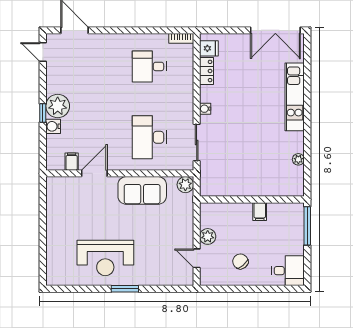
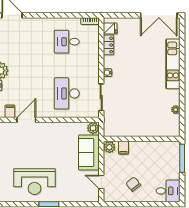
sofa: (142, 190) -> (89, 153), moved, turned 90
filing cabinet: (260, 212) -> (123, 148), moved
plant: (208, 236) -> (109, 147), moved

